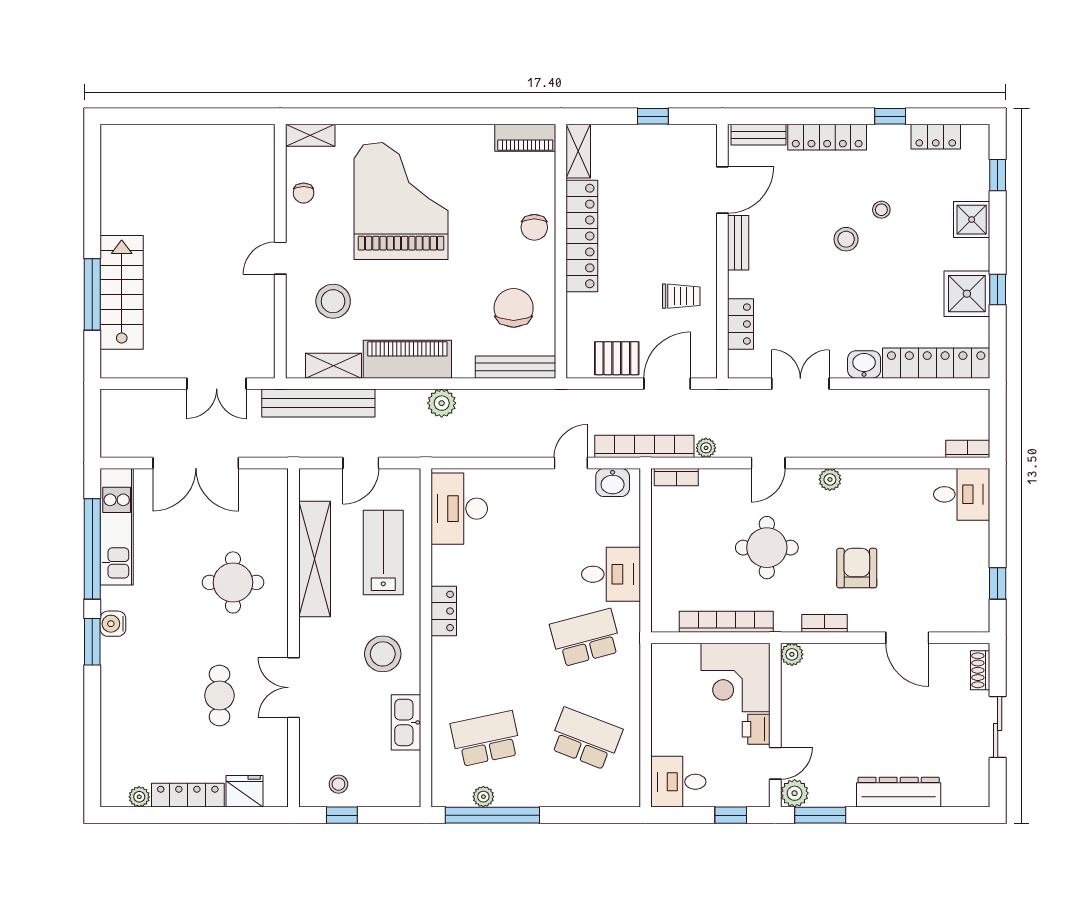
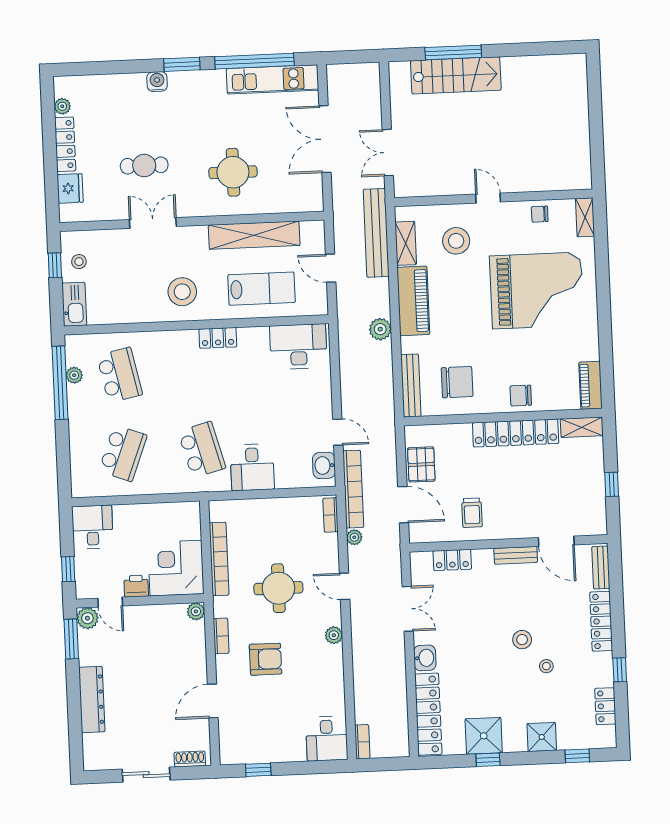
water cooler: (113, 624) -> (157, 82), moved
kitchen sink: (406, 722) -> (74, 304), moved, turned 90

